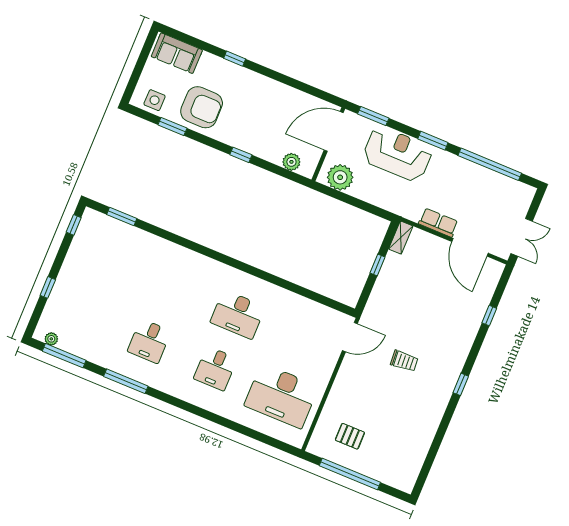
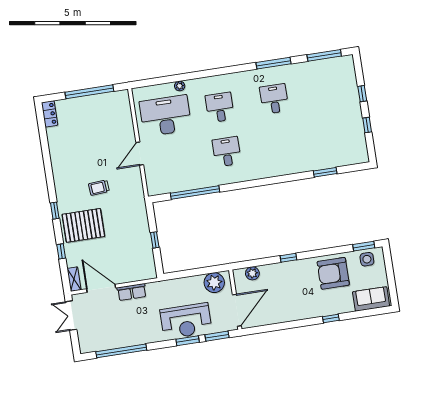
window: (172, 126) -> (364, 246), moved
window: (433, 141) -> (188, 341), moved
window: (122, 217) -> (325, 172), moved
window: (74, 225) -> (367, 125), moved
shelving: (401, 238) -> (74, 279), moved
window: (301, 291) -> (195, 192), added
desk: (238, 314) -> (227, 152), width x0.73
door: (350, 337) -> (140, 154), moved
plant: (51, 339) -> (180, 86), moved
window: (461, 384) -> (55, 211), moved
pallet: (350, 436) -> (83, 225), moved, width x2.05, depth x2.00
locker: (409, 476) -> (49, 114), added

